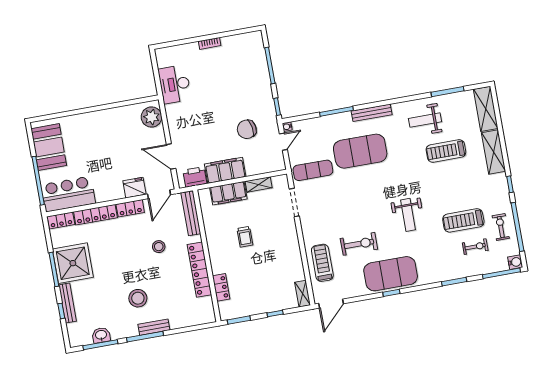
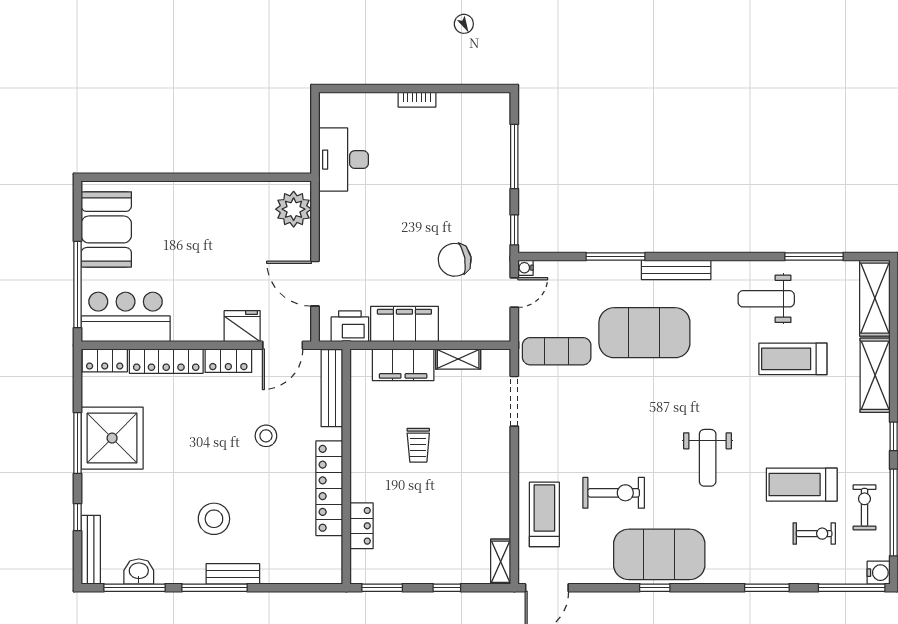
bench: (68, 303) -> (91, 550), moved

